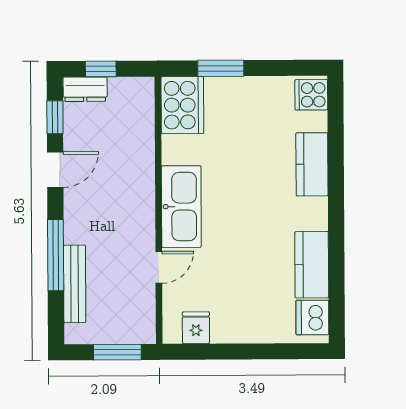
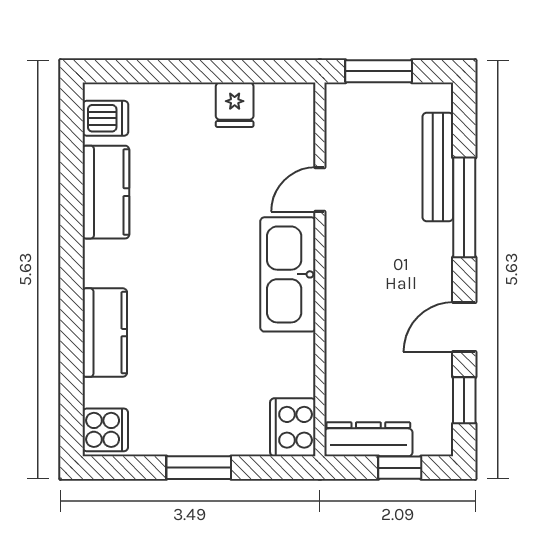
window: (221, 68) -> (199, 468), moved
dresser: (85, 89) -> (368, 439), moved, width x1.44
cooker: (182, 105) -> (293, 427), width x0.73, depth x0.76
dishwasher: (312, 317) -> (105, 118), width x0.73
fridge: (196, 328) -> (235, 105), moved

